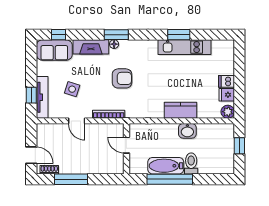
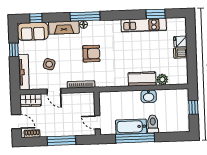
window: (116, 35) -> (85, 16), width x1.44
window: (179, 35) -> (156, 14), moved
window: (31, 95) -> (14, 50), moved
fridge: (227, 95) -> (180, 42), moved
plant: (228, 112) -> (162, 80), moved
wardrobe: (49, 131) -> (30, 100), added
door: (126, 145) -> (98, 122), moved
window: (71, 179) -> (61, 141), moved

